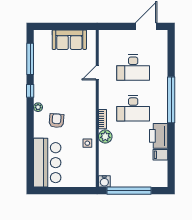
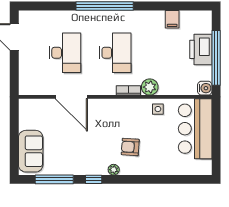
sofa: (69, 40) -> (31, 151), moved
door: (97, 73) -> (71, 97), width x1.87
printer: (159, 136) -> (201, 49), moved, turned 90
bar counter: (47, 163) -> (195, 129), moved, turned -90

